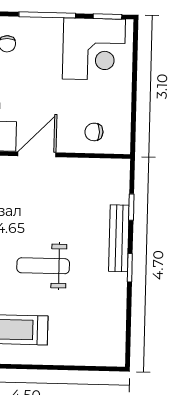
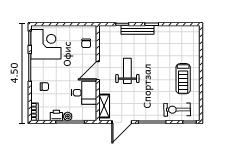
door: (37, 154) -> (98, 71), hinge flipped
weight bench: (43, 266) -> (127, 71), moved, turned 180

